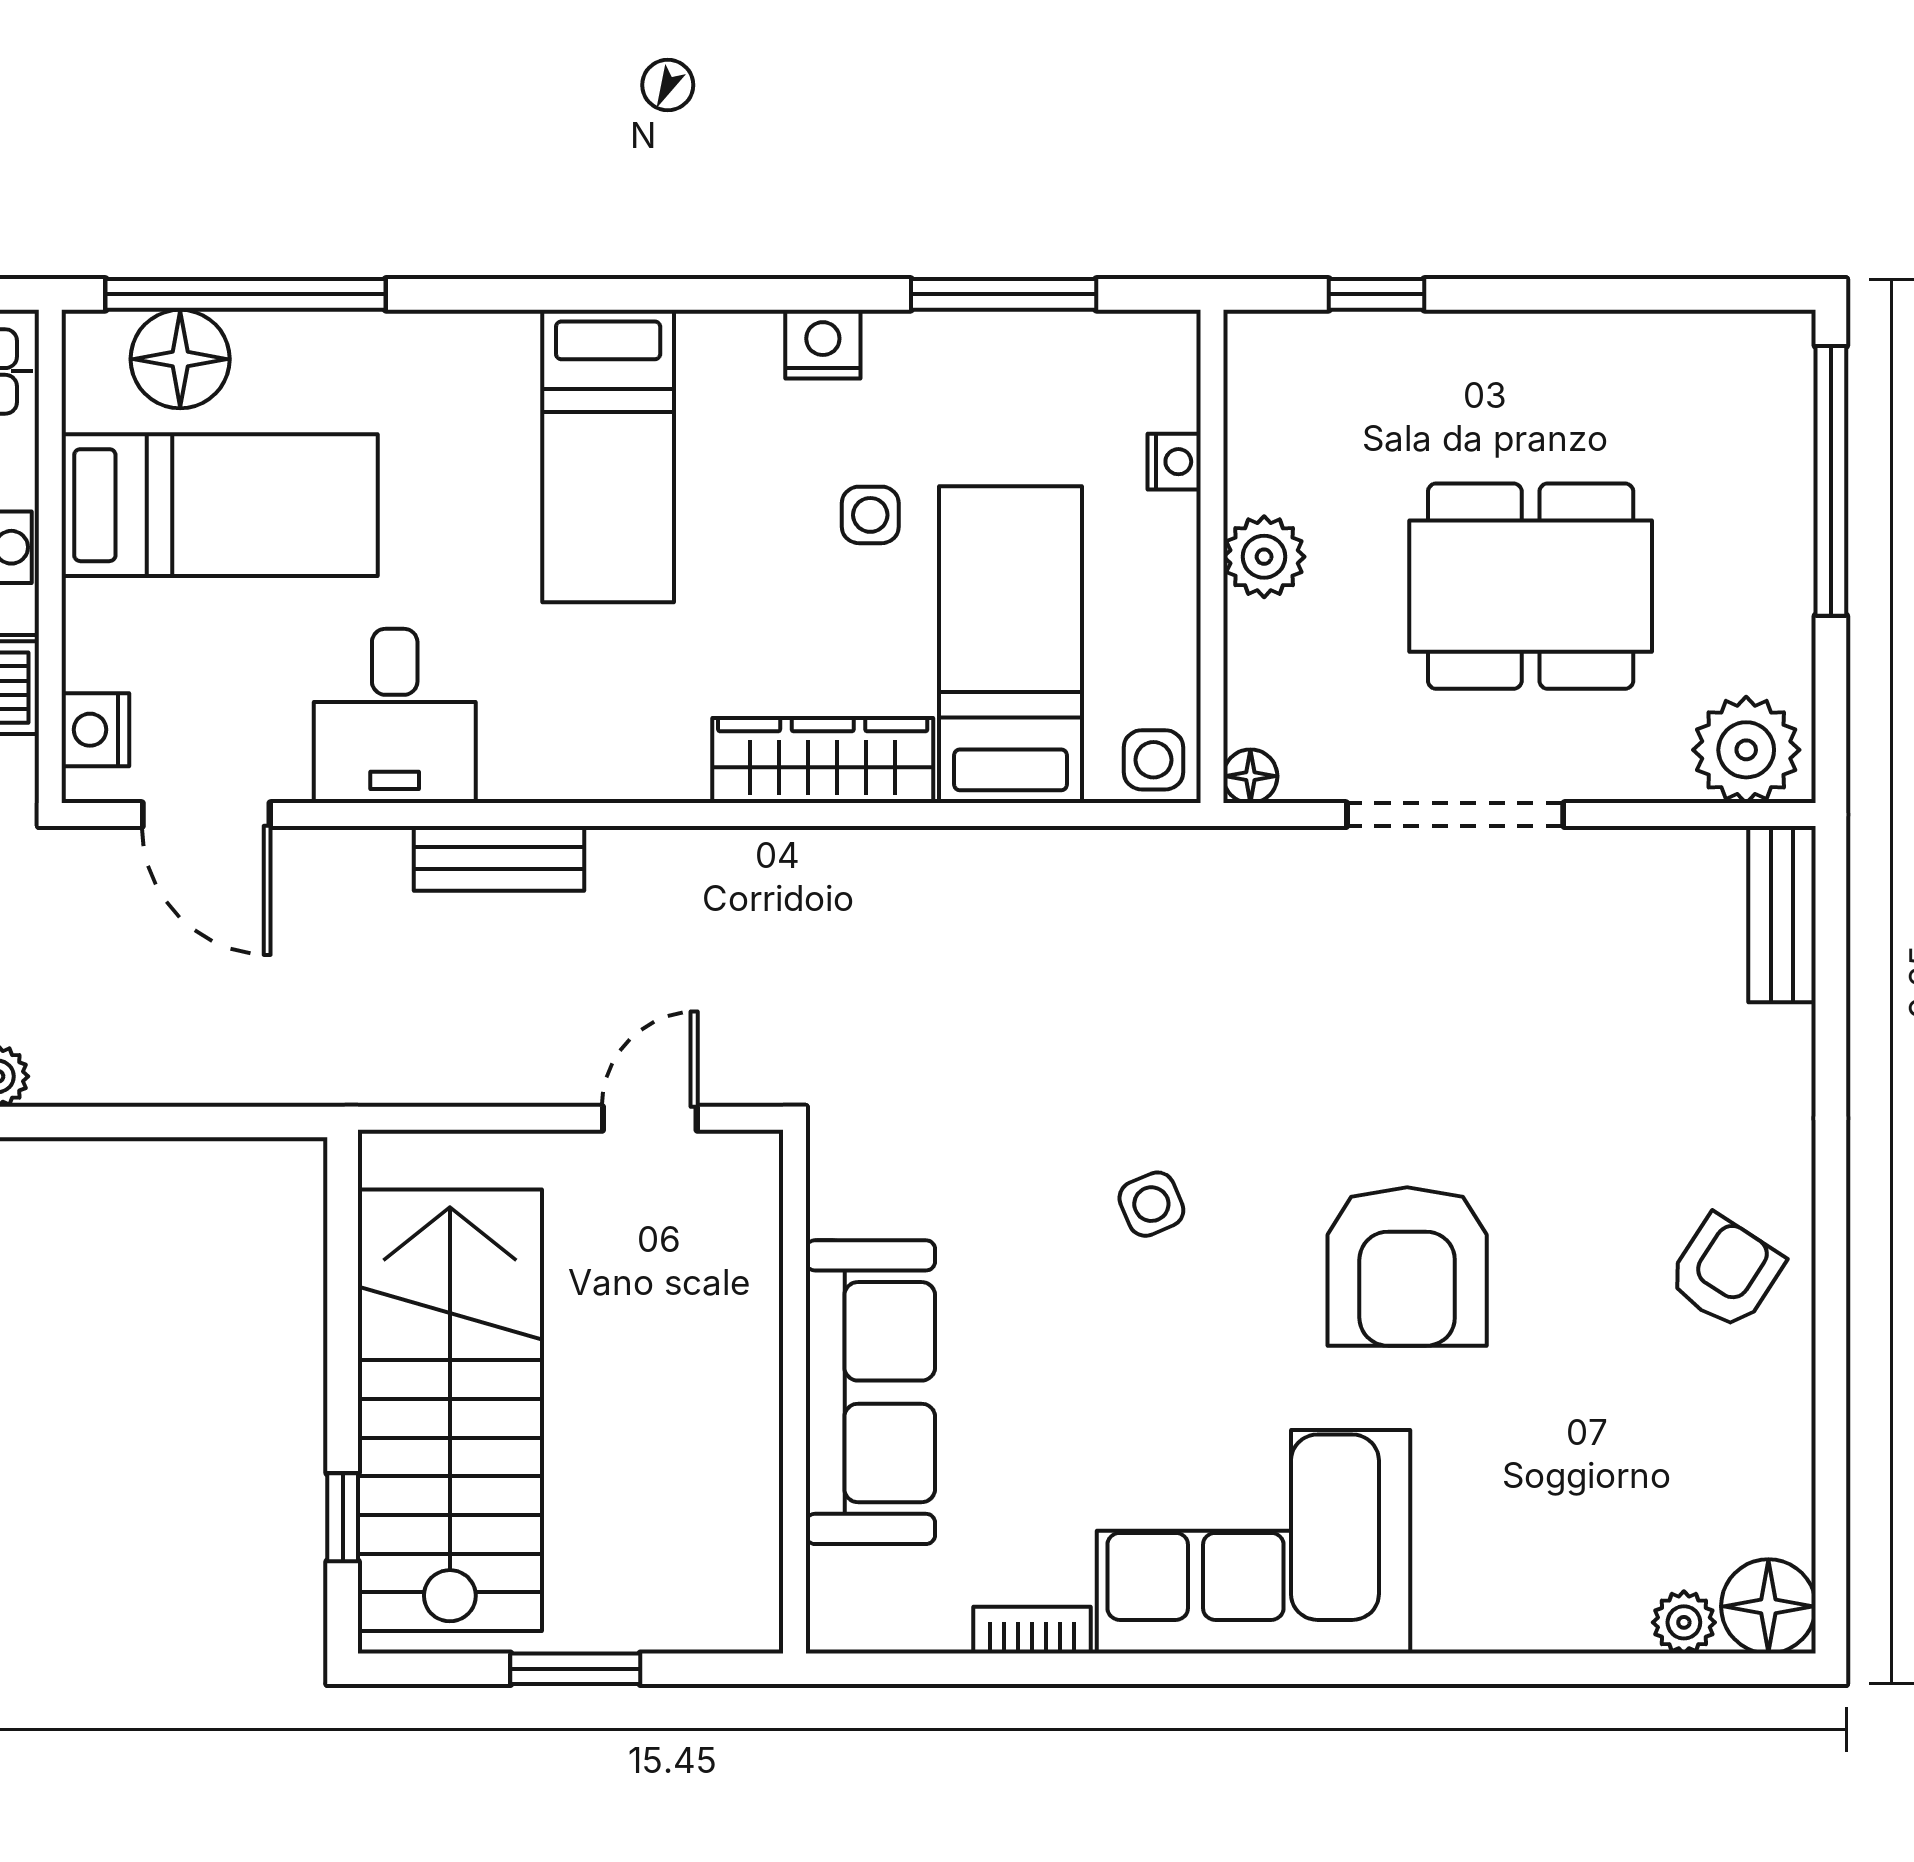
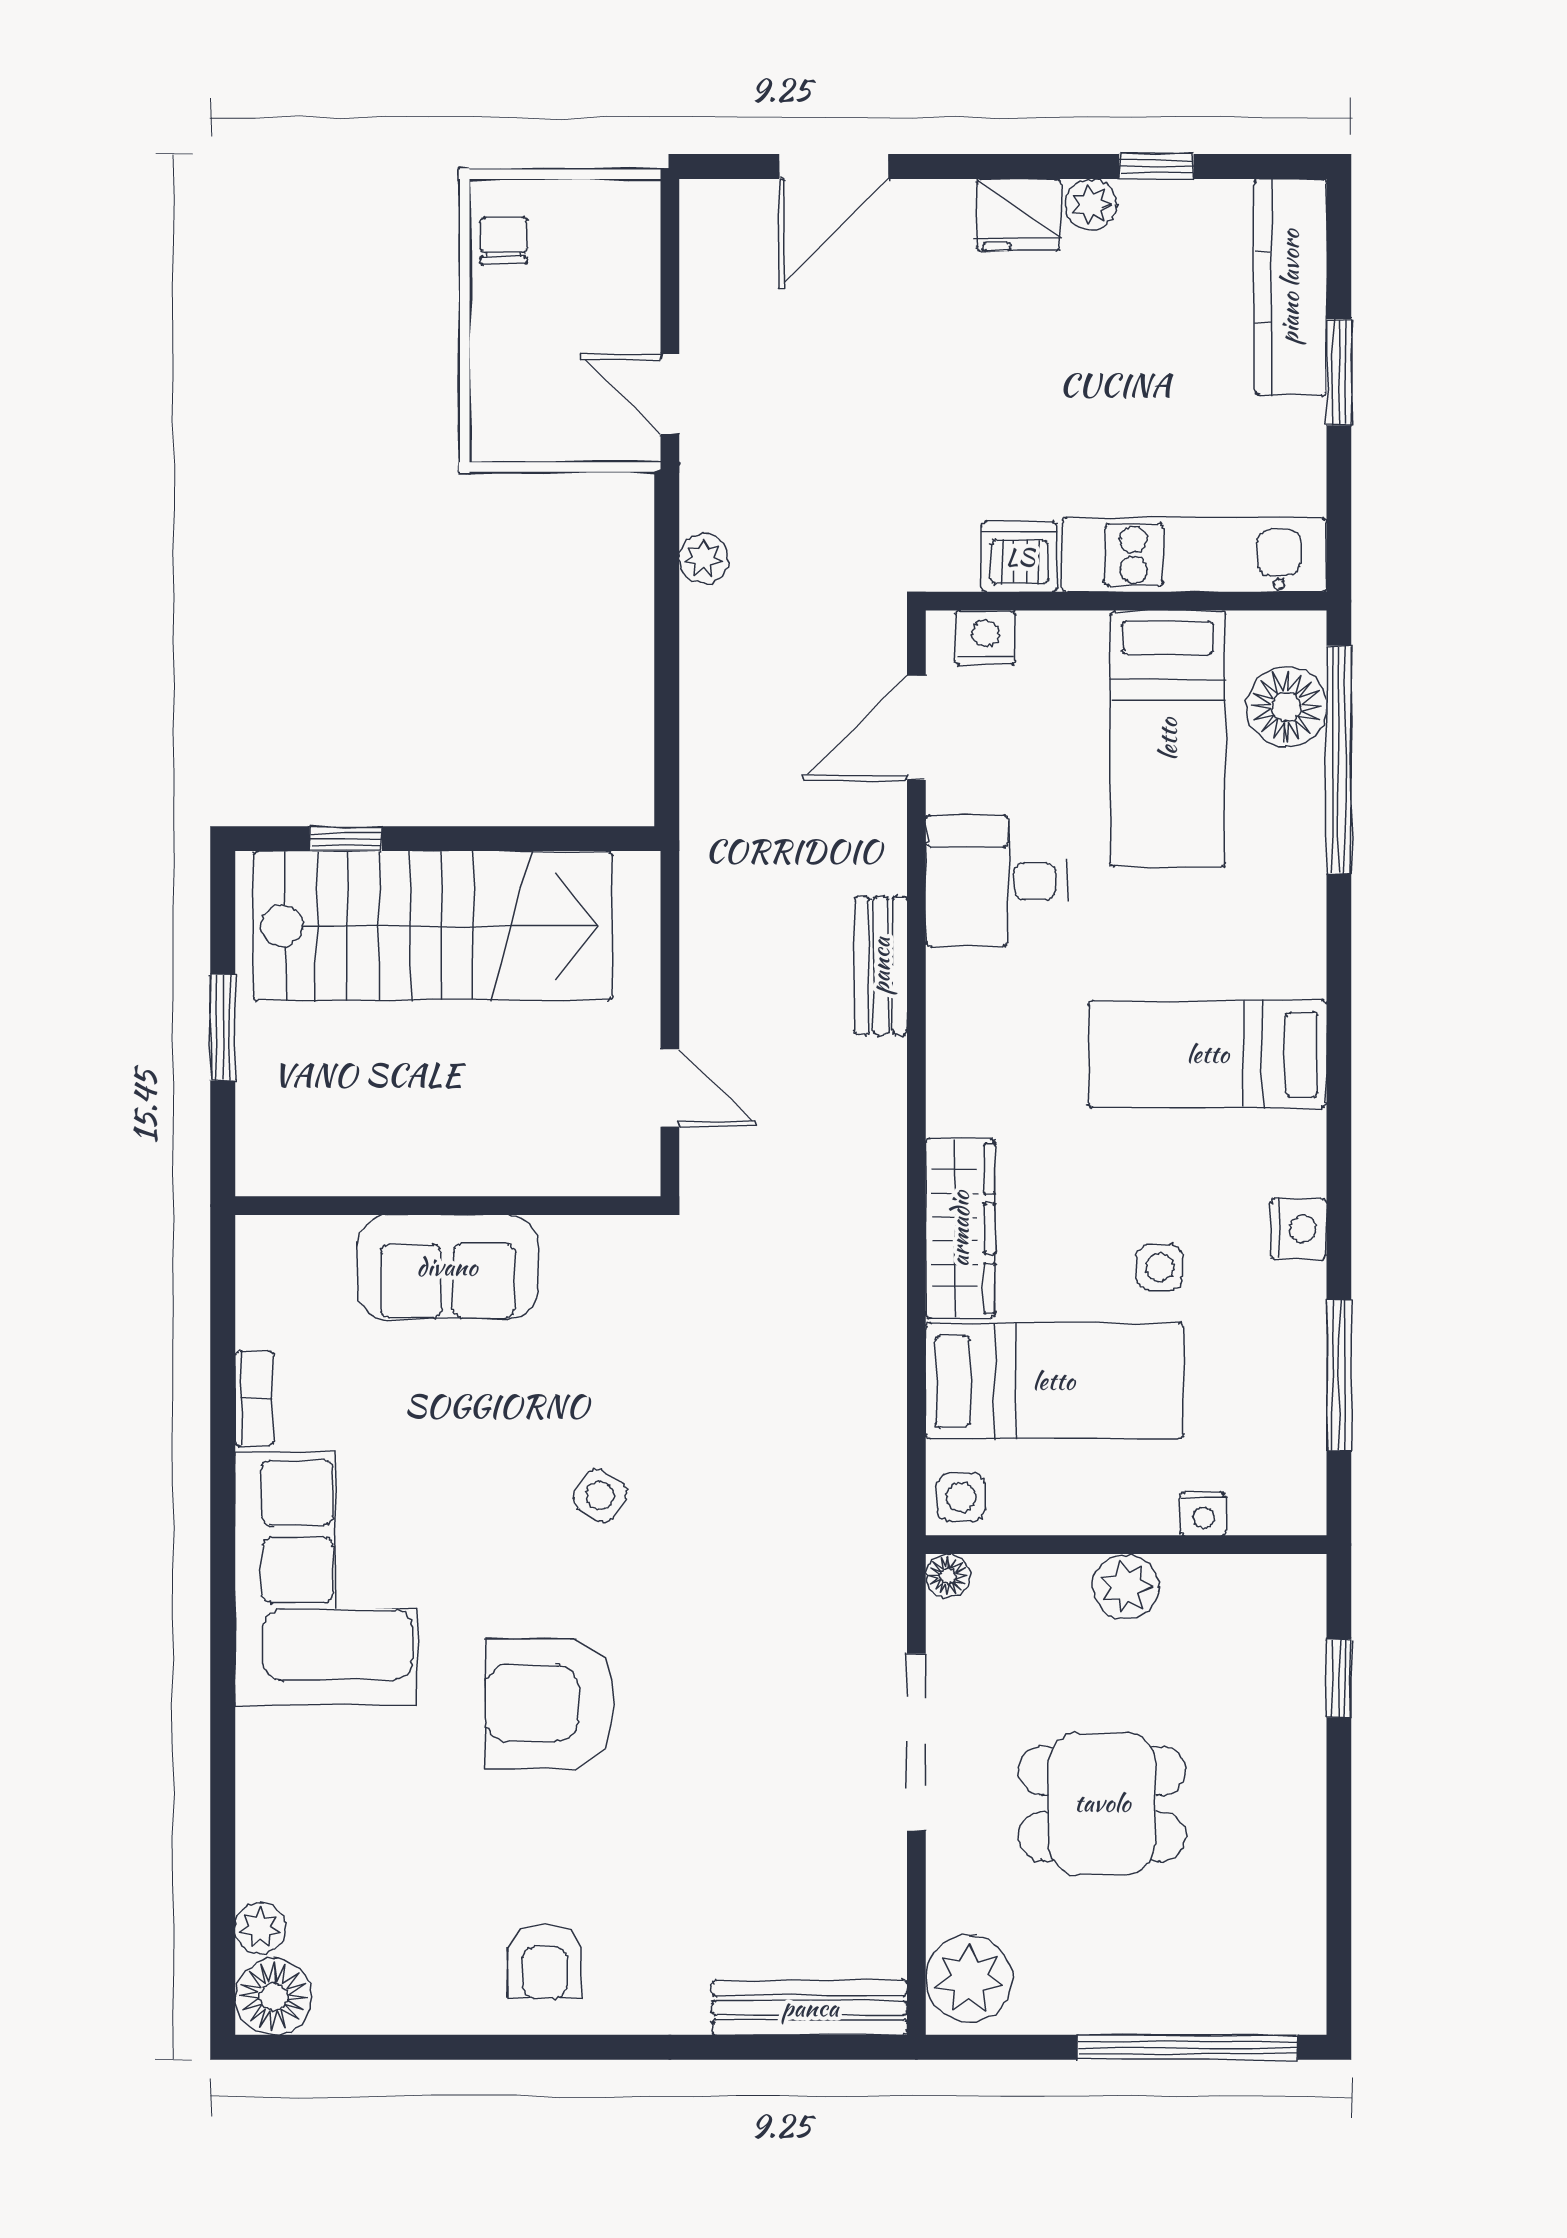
dining table: (1531, 586) -> (1102, 1803), width x0.73
bench: (1782, 914) -> (810, 2008), width x1.36
side table: (1151, 1204) -> (600, 1495), turned -35
armchair: (1726, 1272) -> (545, 1962), turned 57
sofa: (870, 1392) -> (447, 1267), width x0.73

